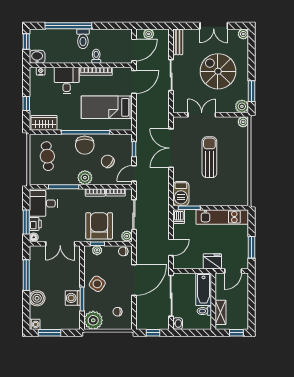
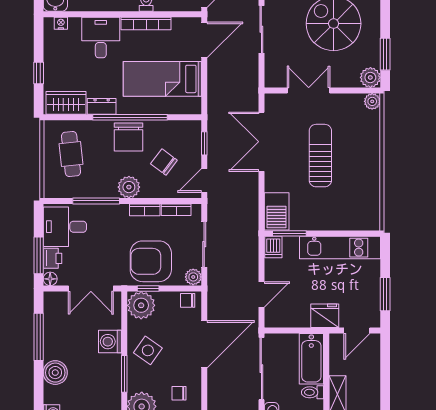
dresser: (67, 125) -> (102, 106), added
armchair: (99, 226) -> (151, 261), turned -90
plant: (97, 250) -> (141, 305), width x1.88, depth x1.88
washing machine: (73, 298) -> (110, 342), moved

